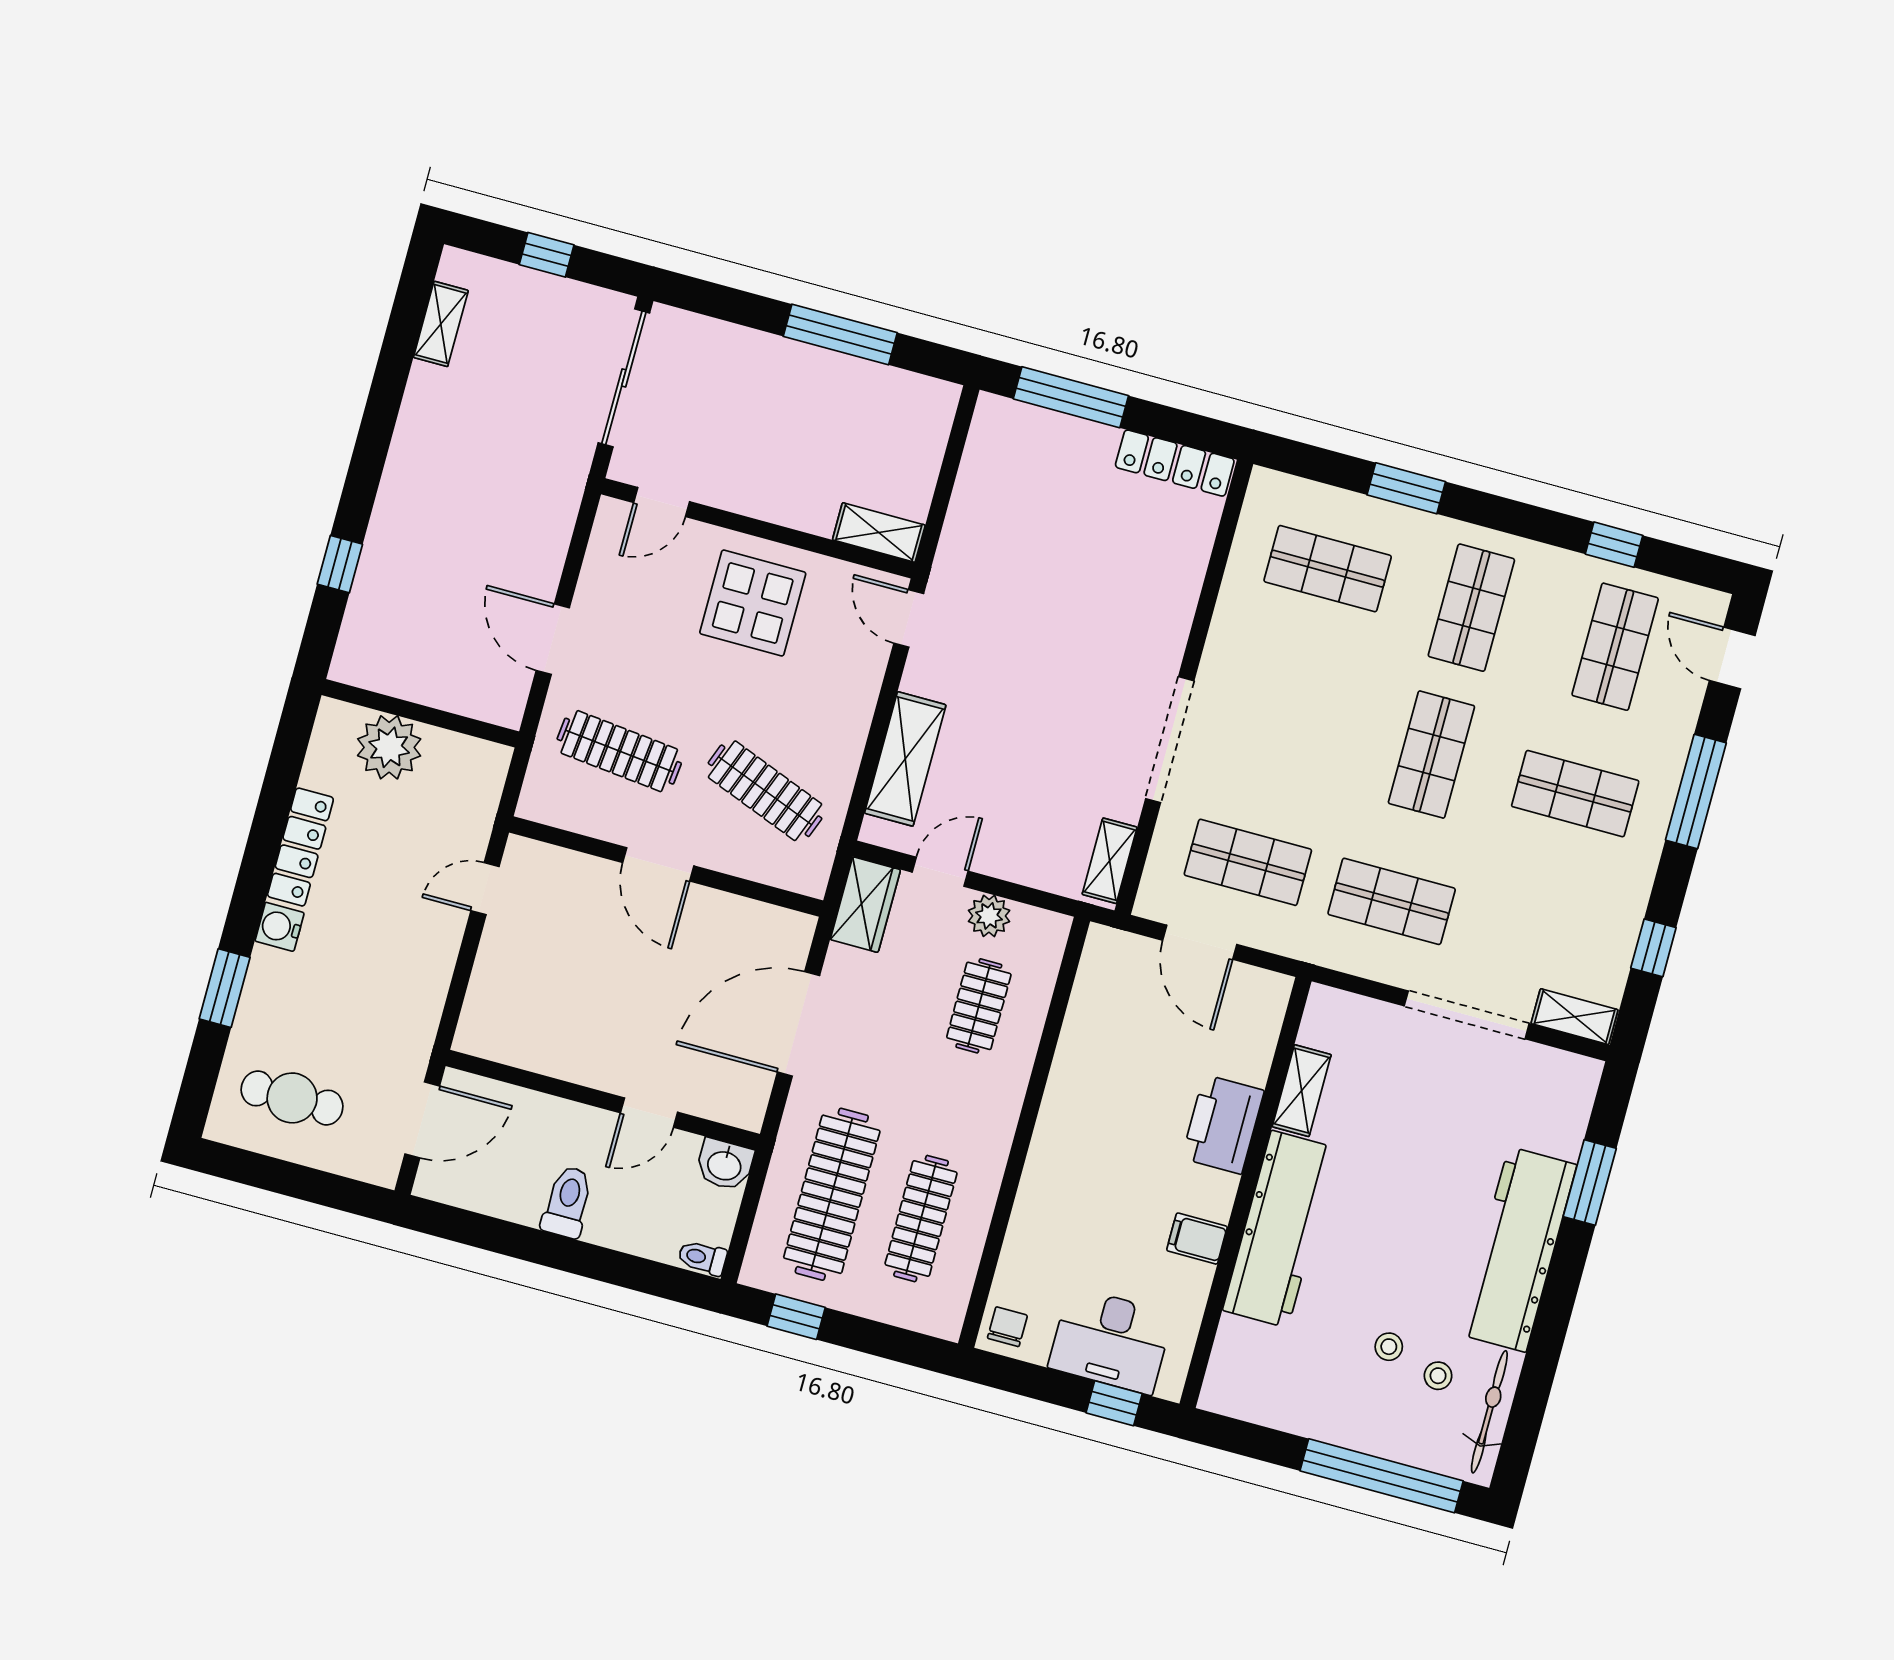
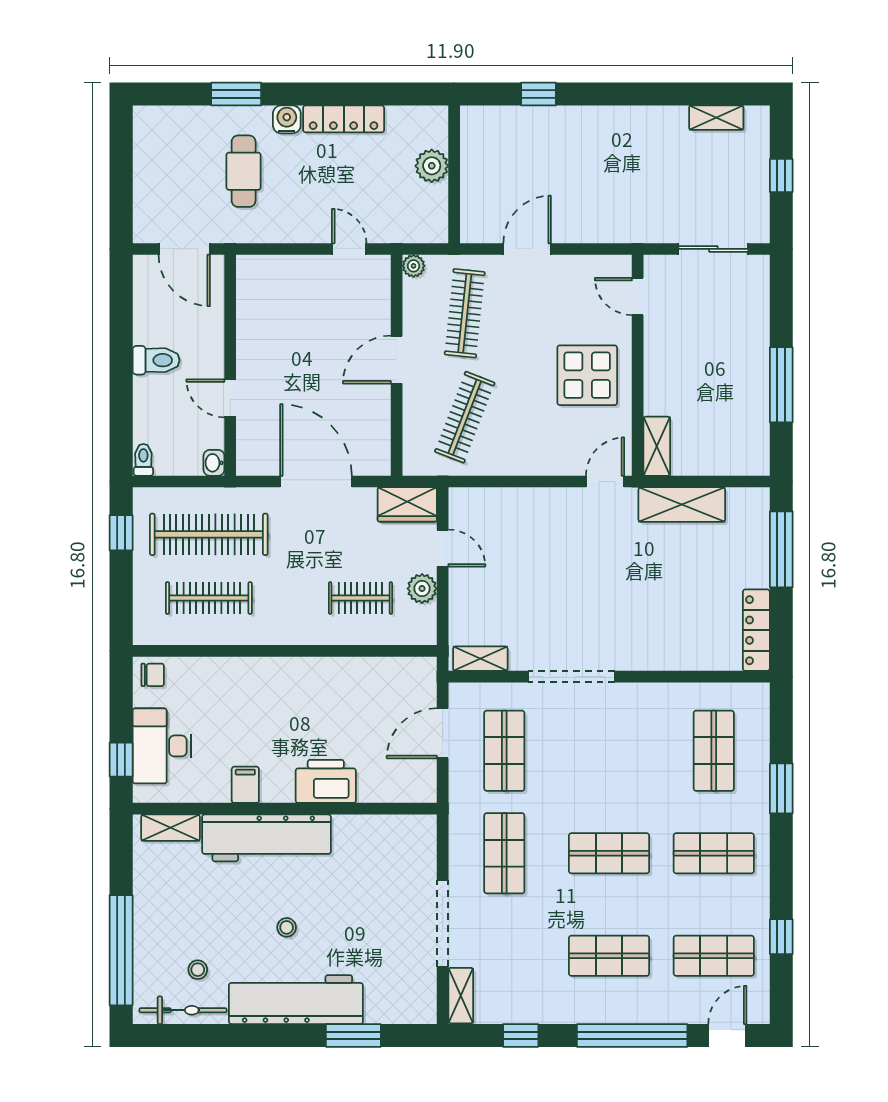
sliding door: (624, 378) -> (713, 249), width x0.73
plant: (389, 747) -> (432, 166), width x0.73, depth x0.73
shelving: (905, 759) -> (682, 505), moved
window: (1696, 792) -> (632, 1036), width x1.46
shop shelf: (1575, 794) -> (609, 956), turned 90
plant: (533, 805) -> (414, 266), added
shelving: (1302, 1091) -> (171, 828), moved
cafe table: (292, 1098) -> (244, 171), moved
washbasin: (725, 1165) -> (214, 463), width x0.72, depth x0.69
stool: (1389, 1347) -> (287, 927), moved

